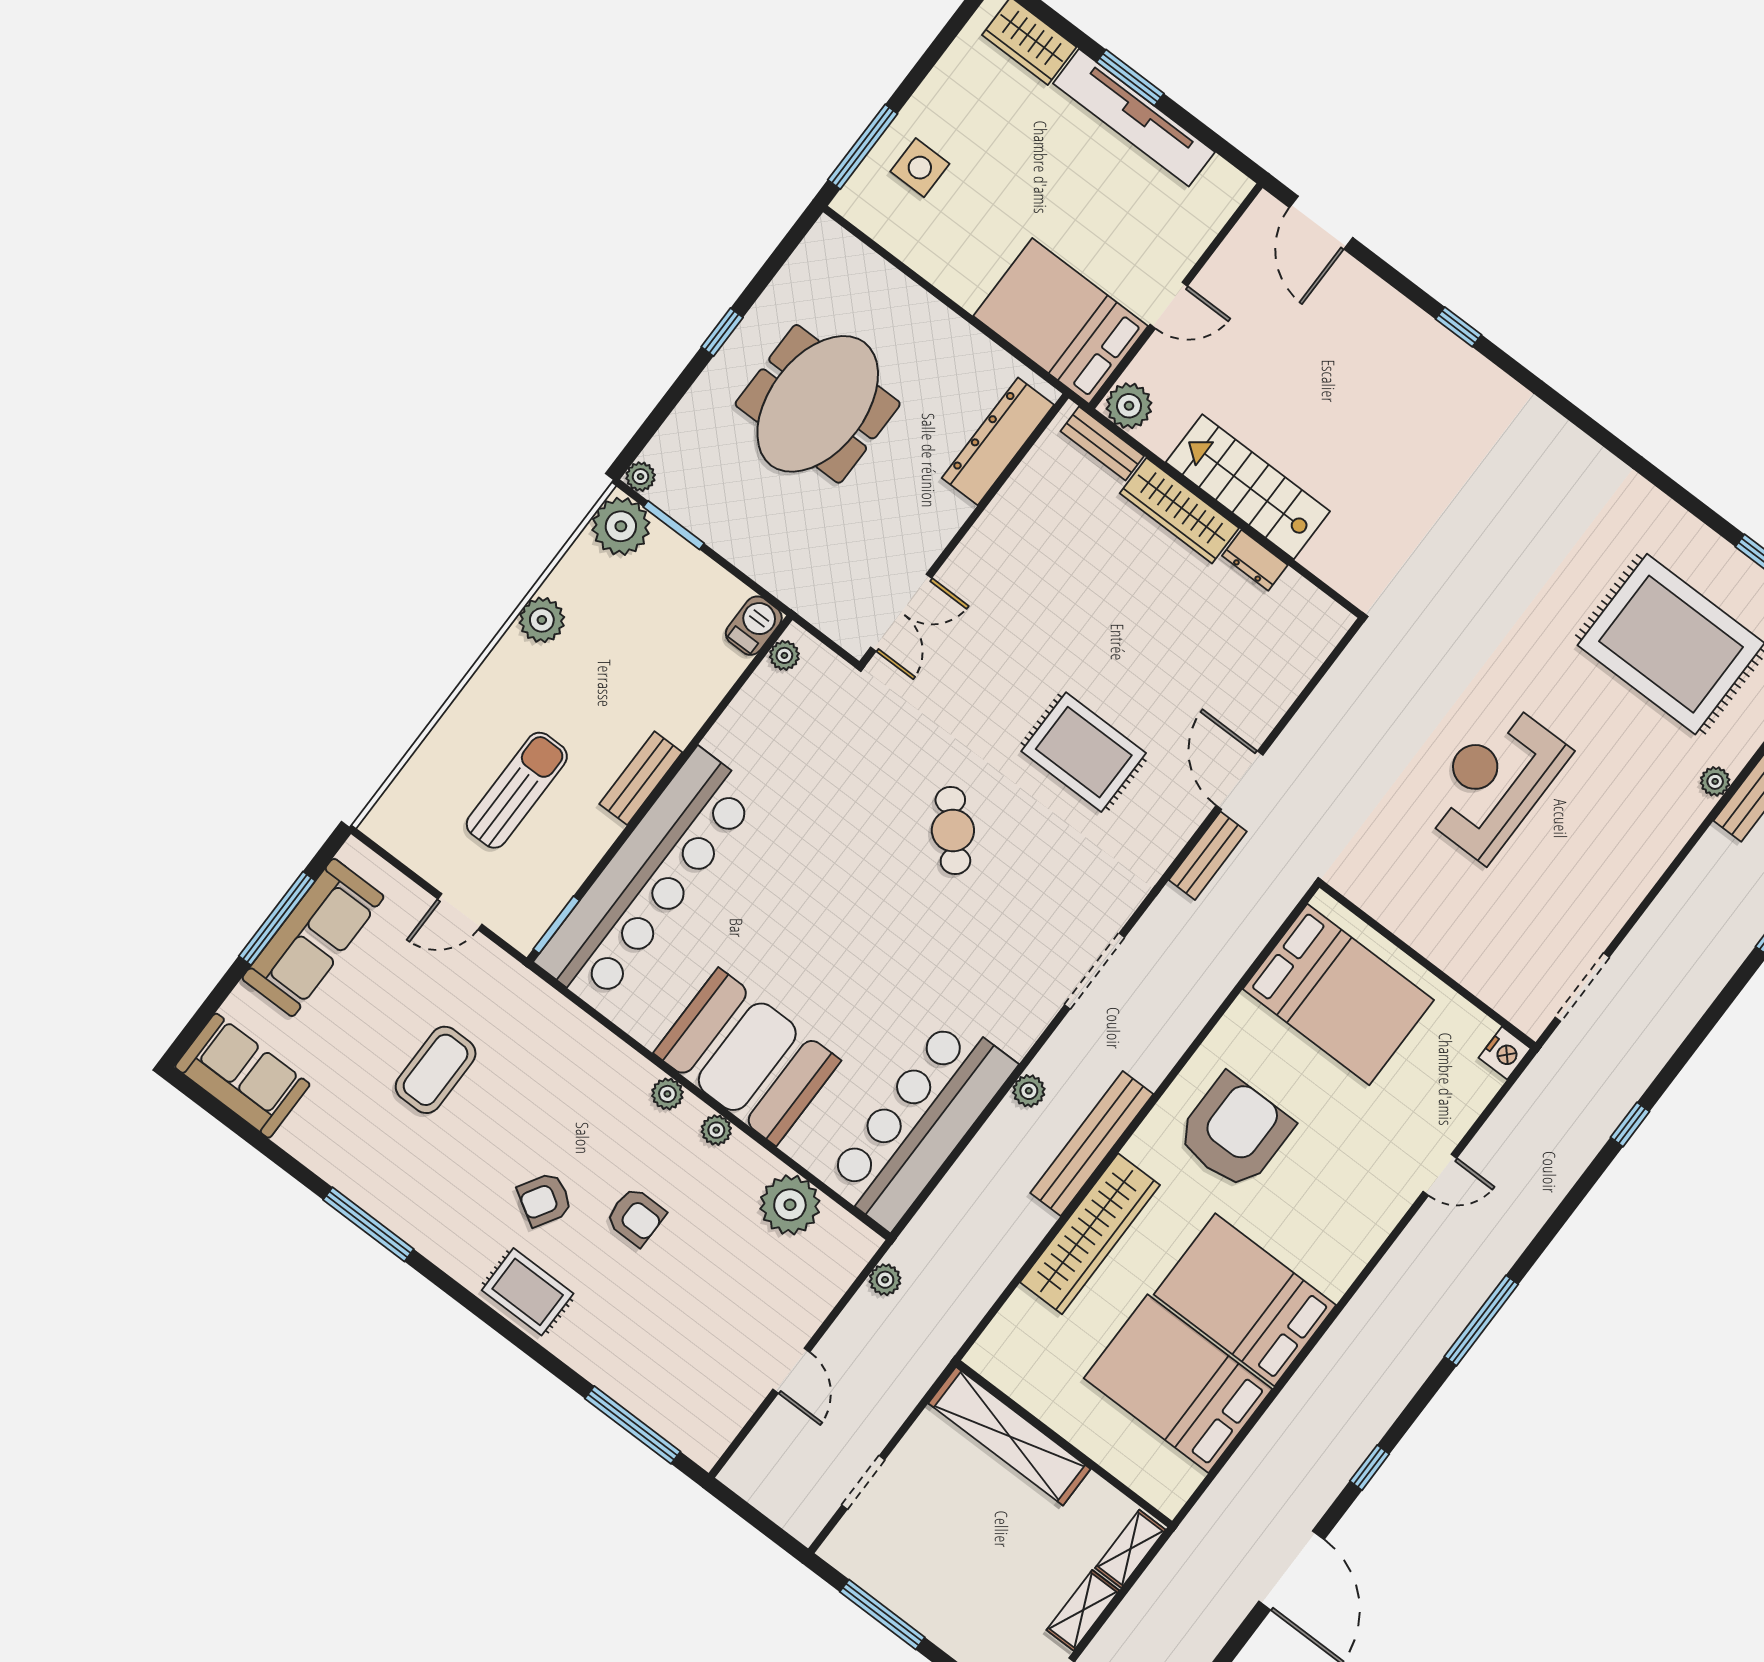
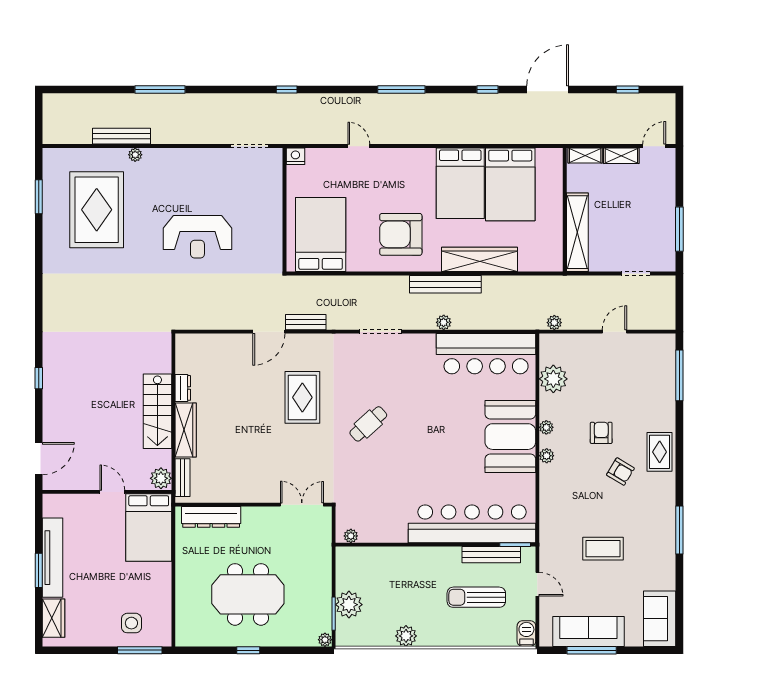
plant: (621, 526) -> (349, 605), moved
barbecue: (754, 626) -> (526, 634), moved, turned 90
bench: (641, 778) -> (491, 555), moved, width x1.36

